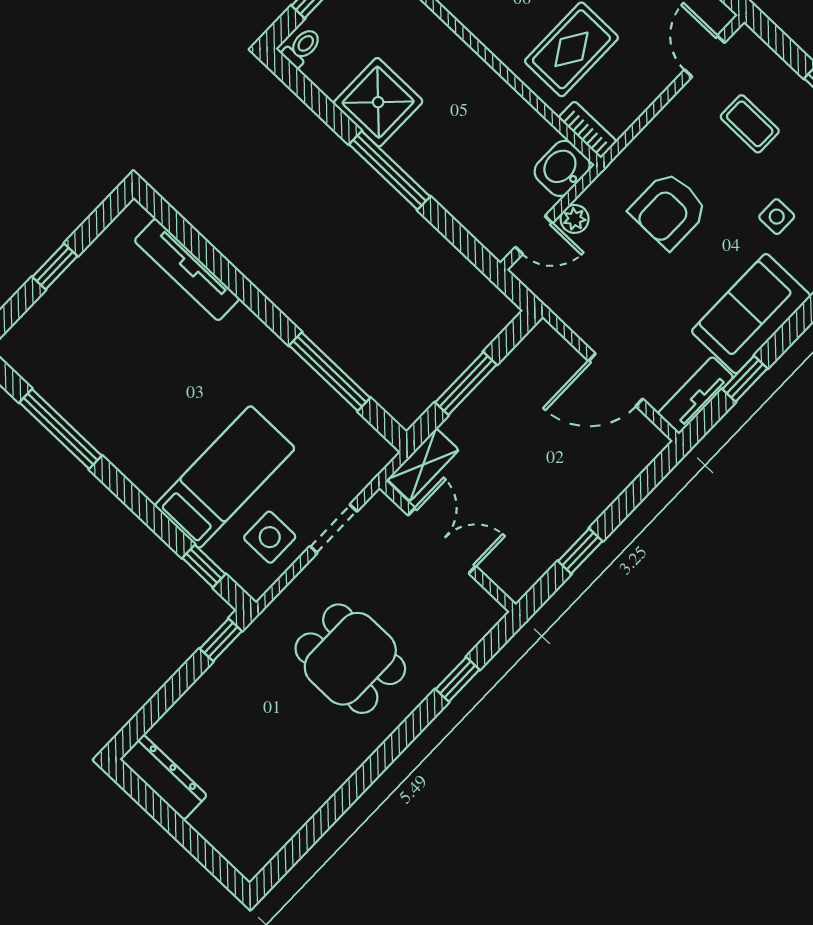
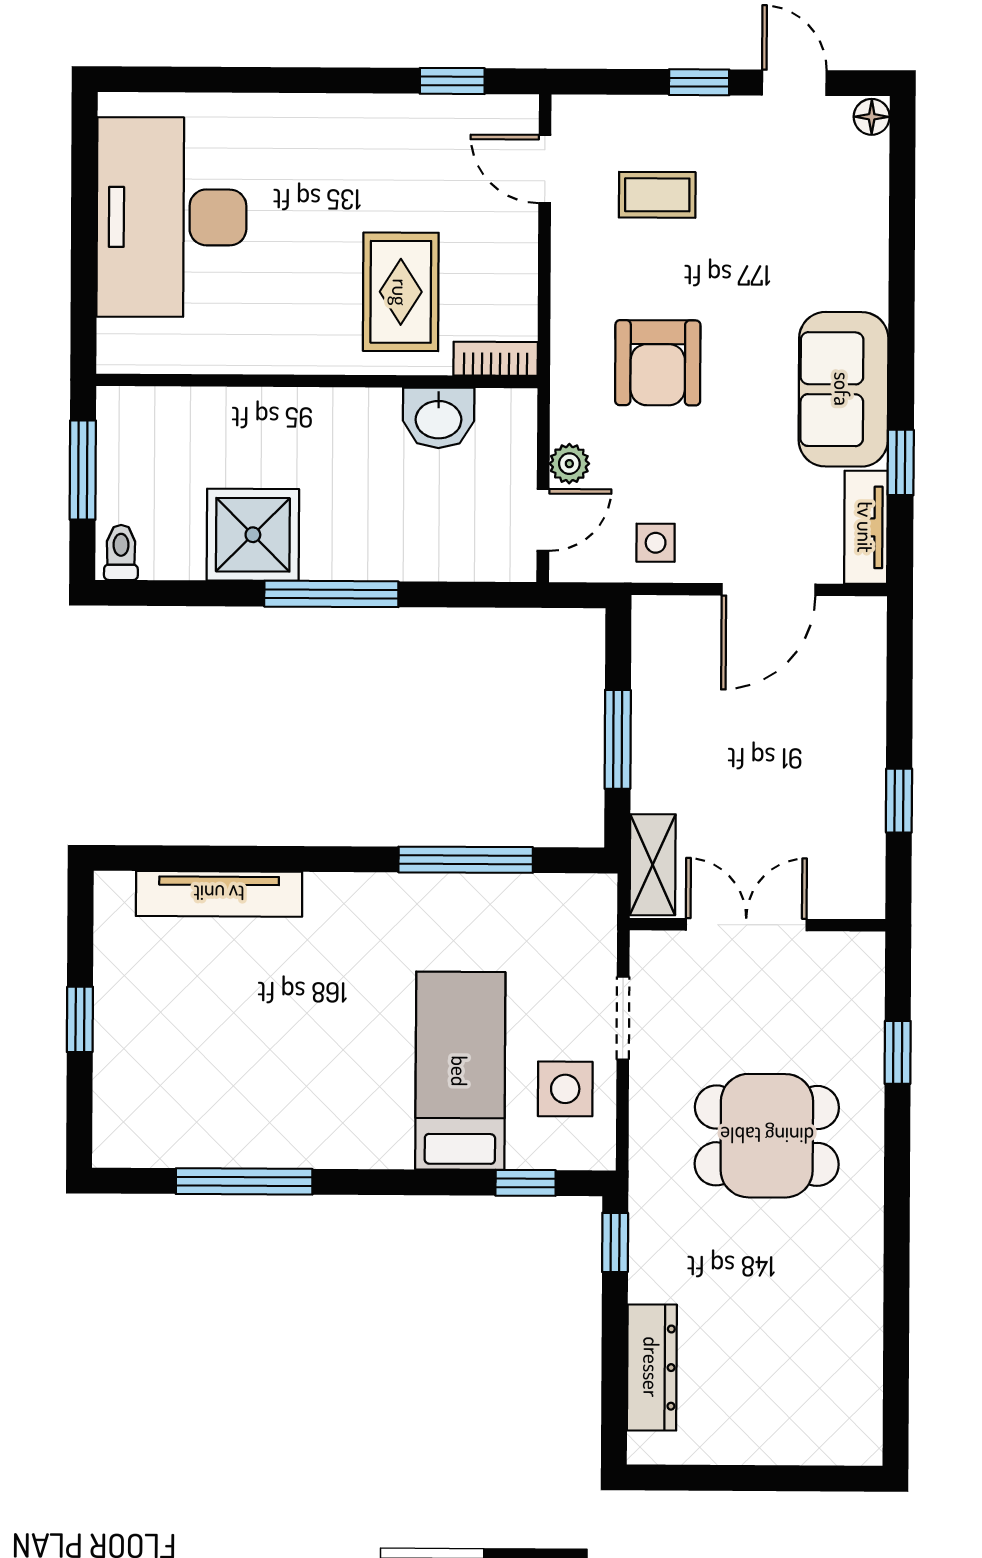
washbasin: (562, 168) -> (438, 418), moved, turned -90
side table: (777, 217) -> (656, 543), moved
dresser: (163, 777) -> (652, 1367), moved, turned 90

